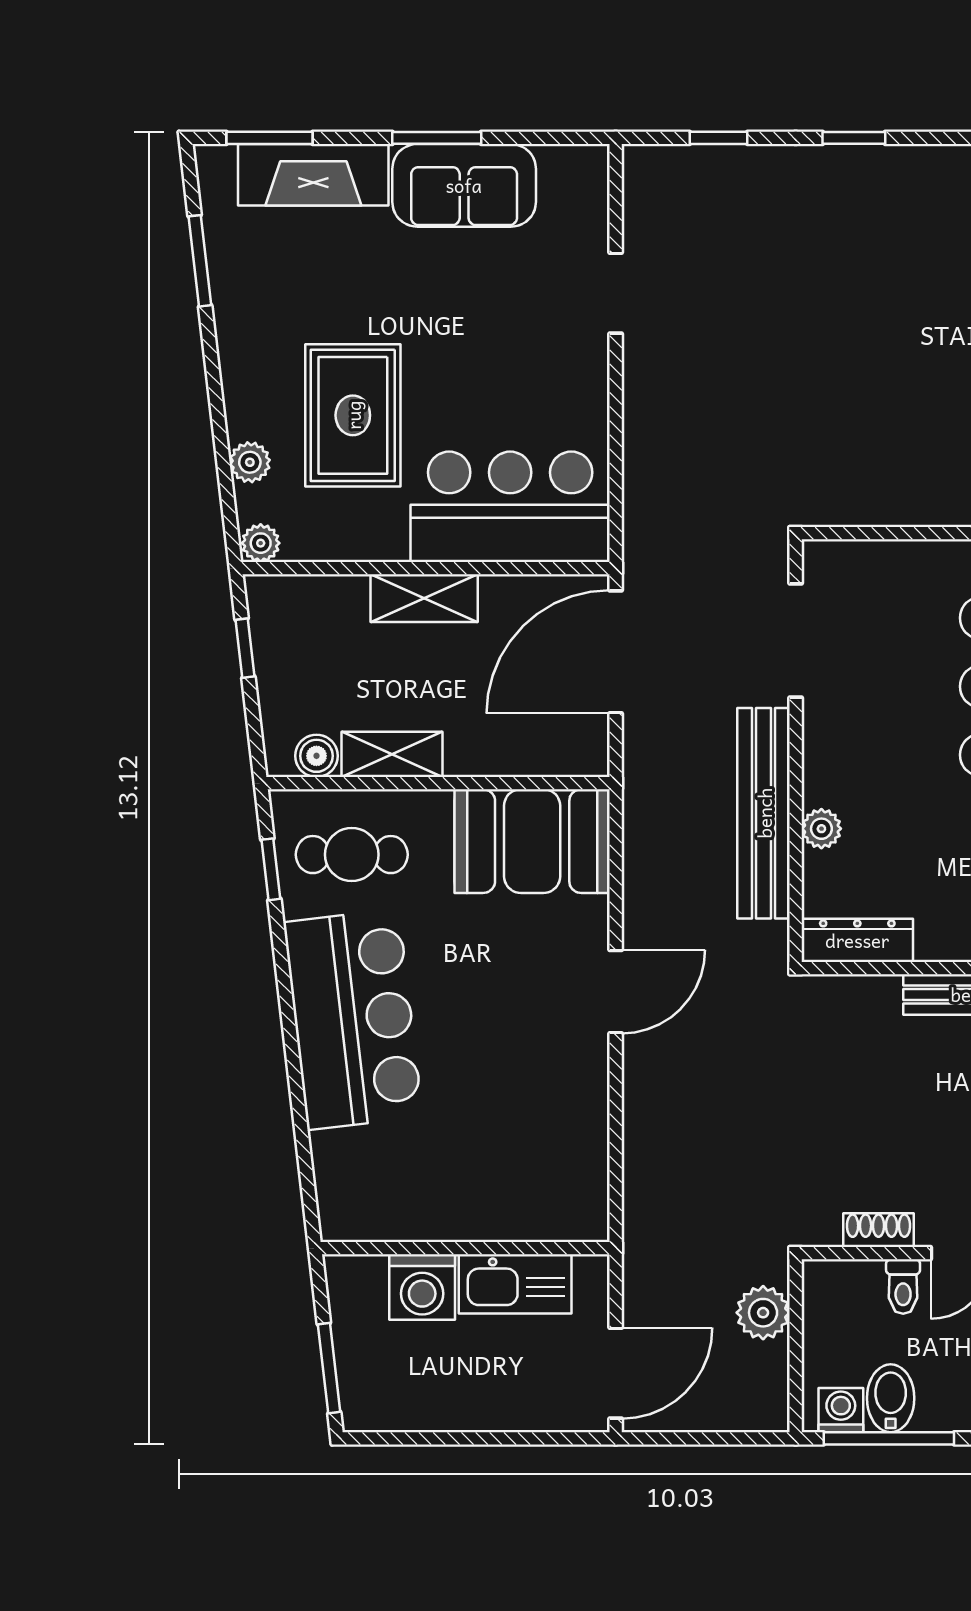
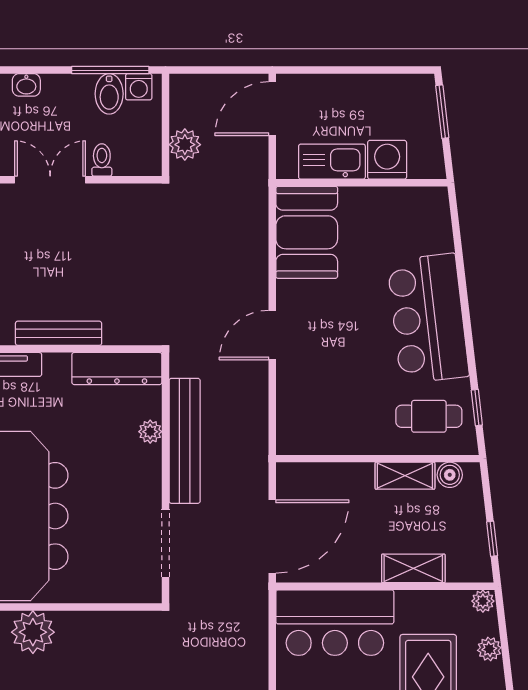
shelving: (424, 598) -> (413, 568), moved
booth: (532, 841) -> (307, 232), moved, turned 90
dresser: (857, 940) -> (117, 369), width x1.37, depth x1.24
shoe rack: (879, 1230) -> (116, 194), removed

